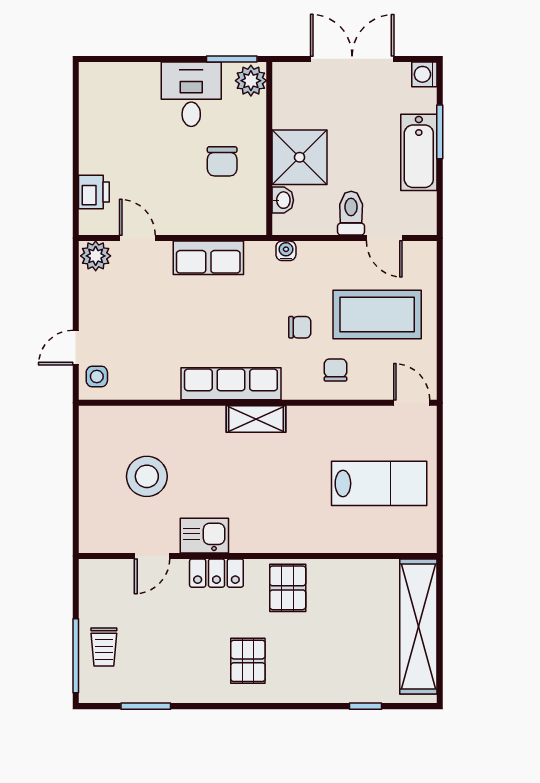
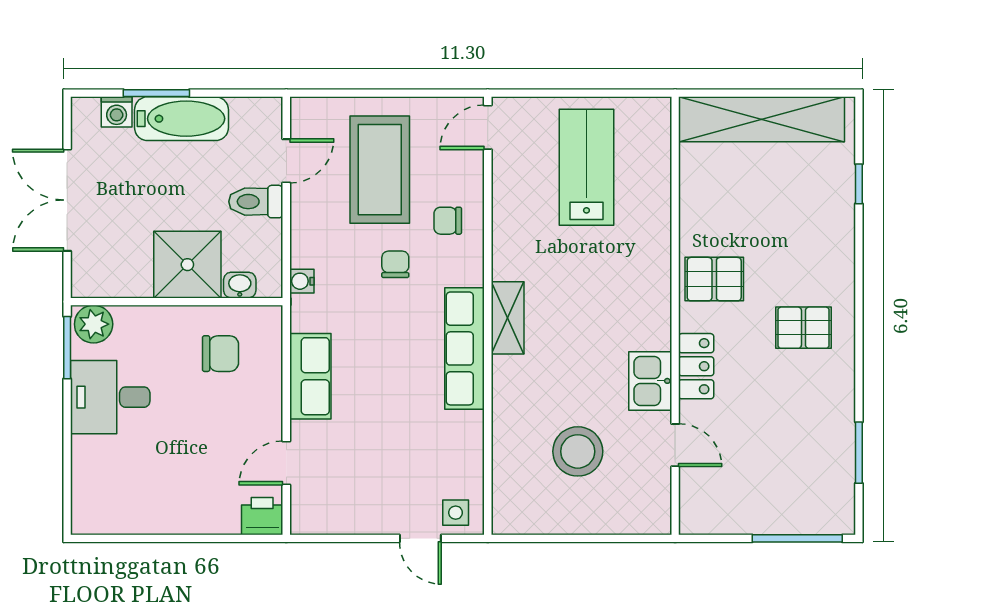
washing machine: (424, 74) -> (117, 112), moved
chair: (222, 161) -> (220, 354), moved
printer: (94, 192) -> (262, 516), moved
plant: (96, 256) -> (308, 514), removed
trolley: (104, 647) -> (787, 504), removed

